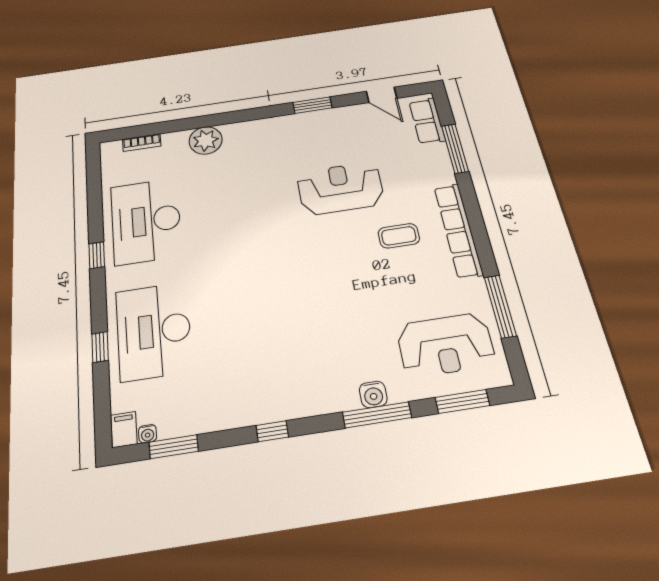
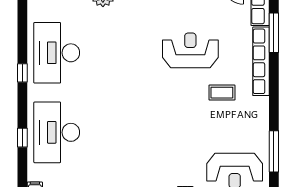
row of seats: (458, 230) -> (261, 61), moved

